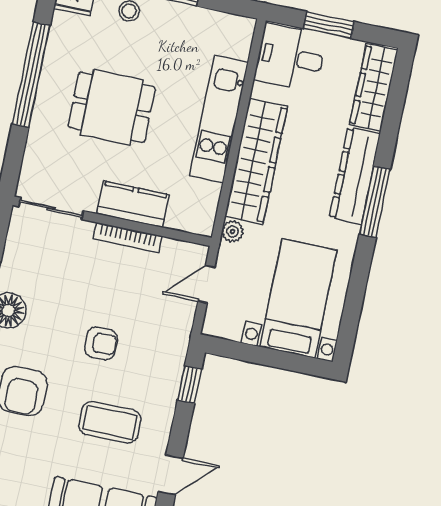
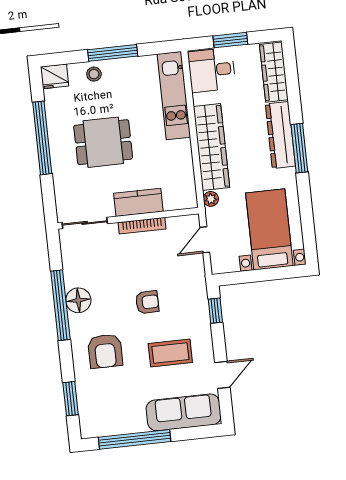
kitchen unit: (219, 119) -> (174, 96), moved

